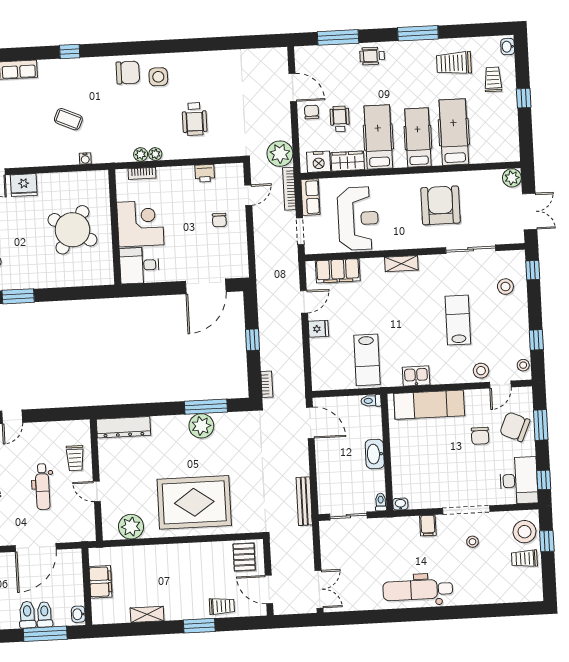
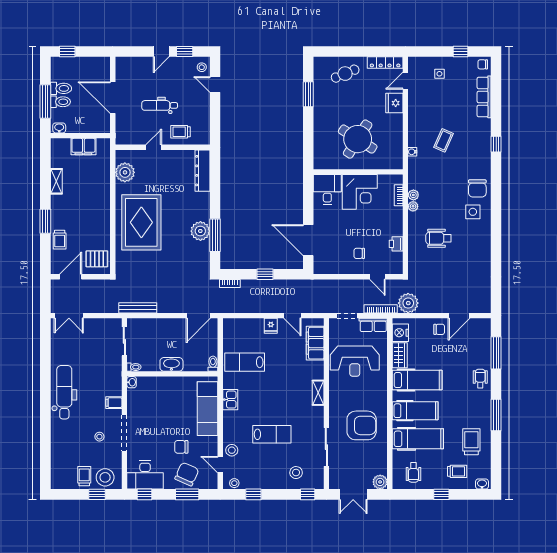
wheelchair: (340, 119) -> (413, 472), moved, turned 90

